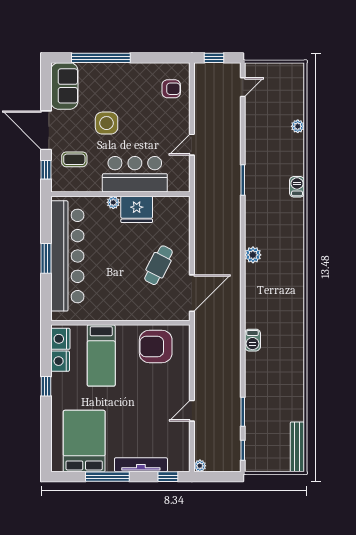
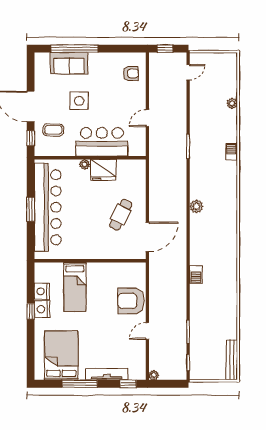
sofa: (64, 86) -> (69, 63), moved, turned 90
nightstand: (60, 339) -> (42, 309), moved
armchair: (156, 347) -> (131, 301), moved

